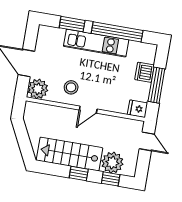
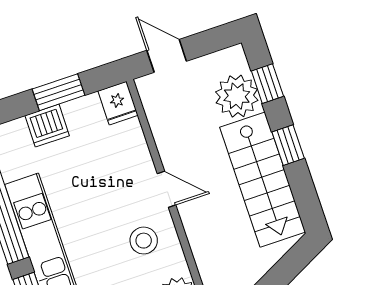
window: (156, 85) -> (58, 92), width x0.69
door: (147, 141) -> (167, 56), hinge flipped

